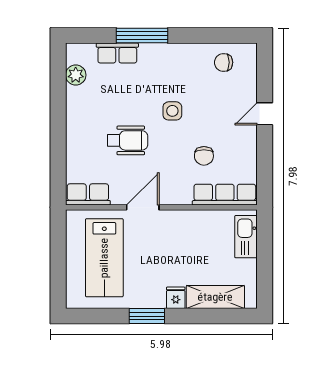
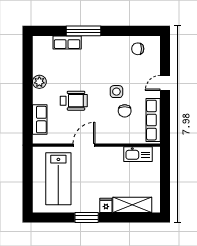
plant: (76, 75) -> (39, 82), moved
side table: (172, 111) -> (116, 92), moved
row of seats: (88, 194) -> (40, 120), moved, turned 90
row of seats: (225, 195) -> (153, 120), moved, turned -90
kitchen sink: (246, 237) -> (138, 154), moved, turned -90

